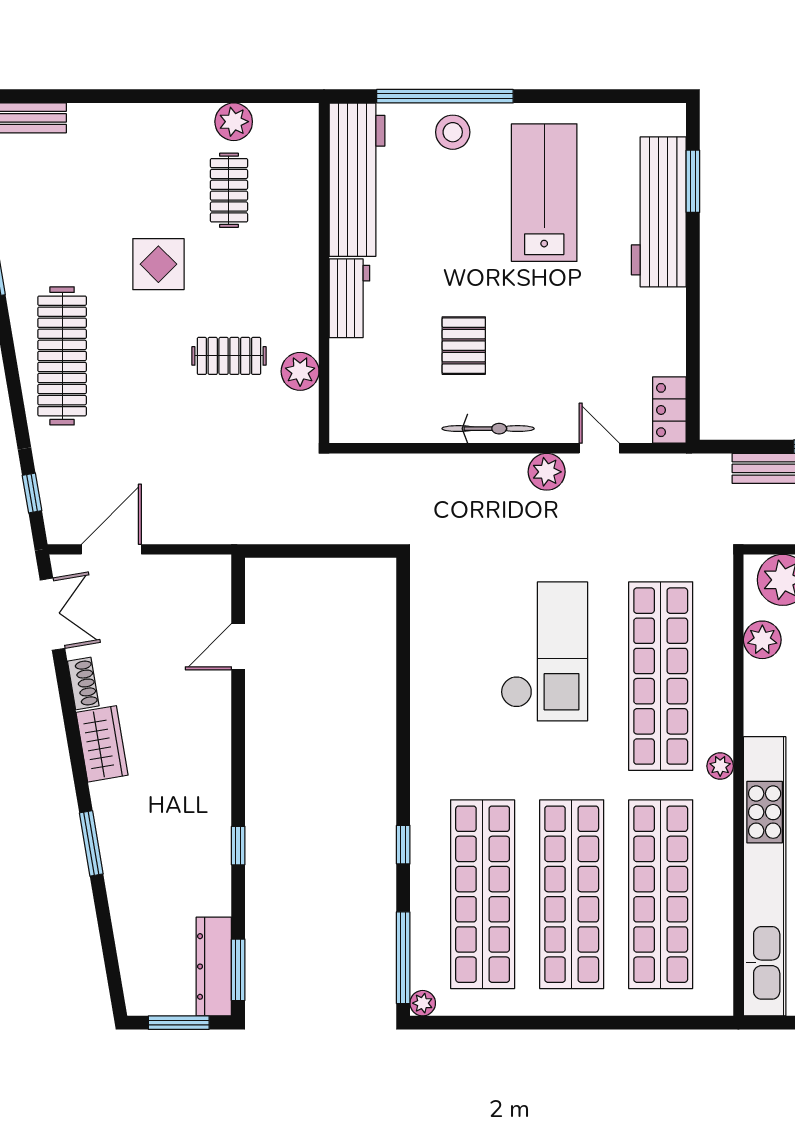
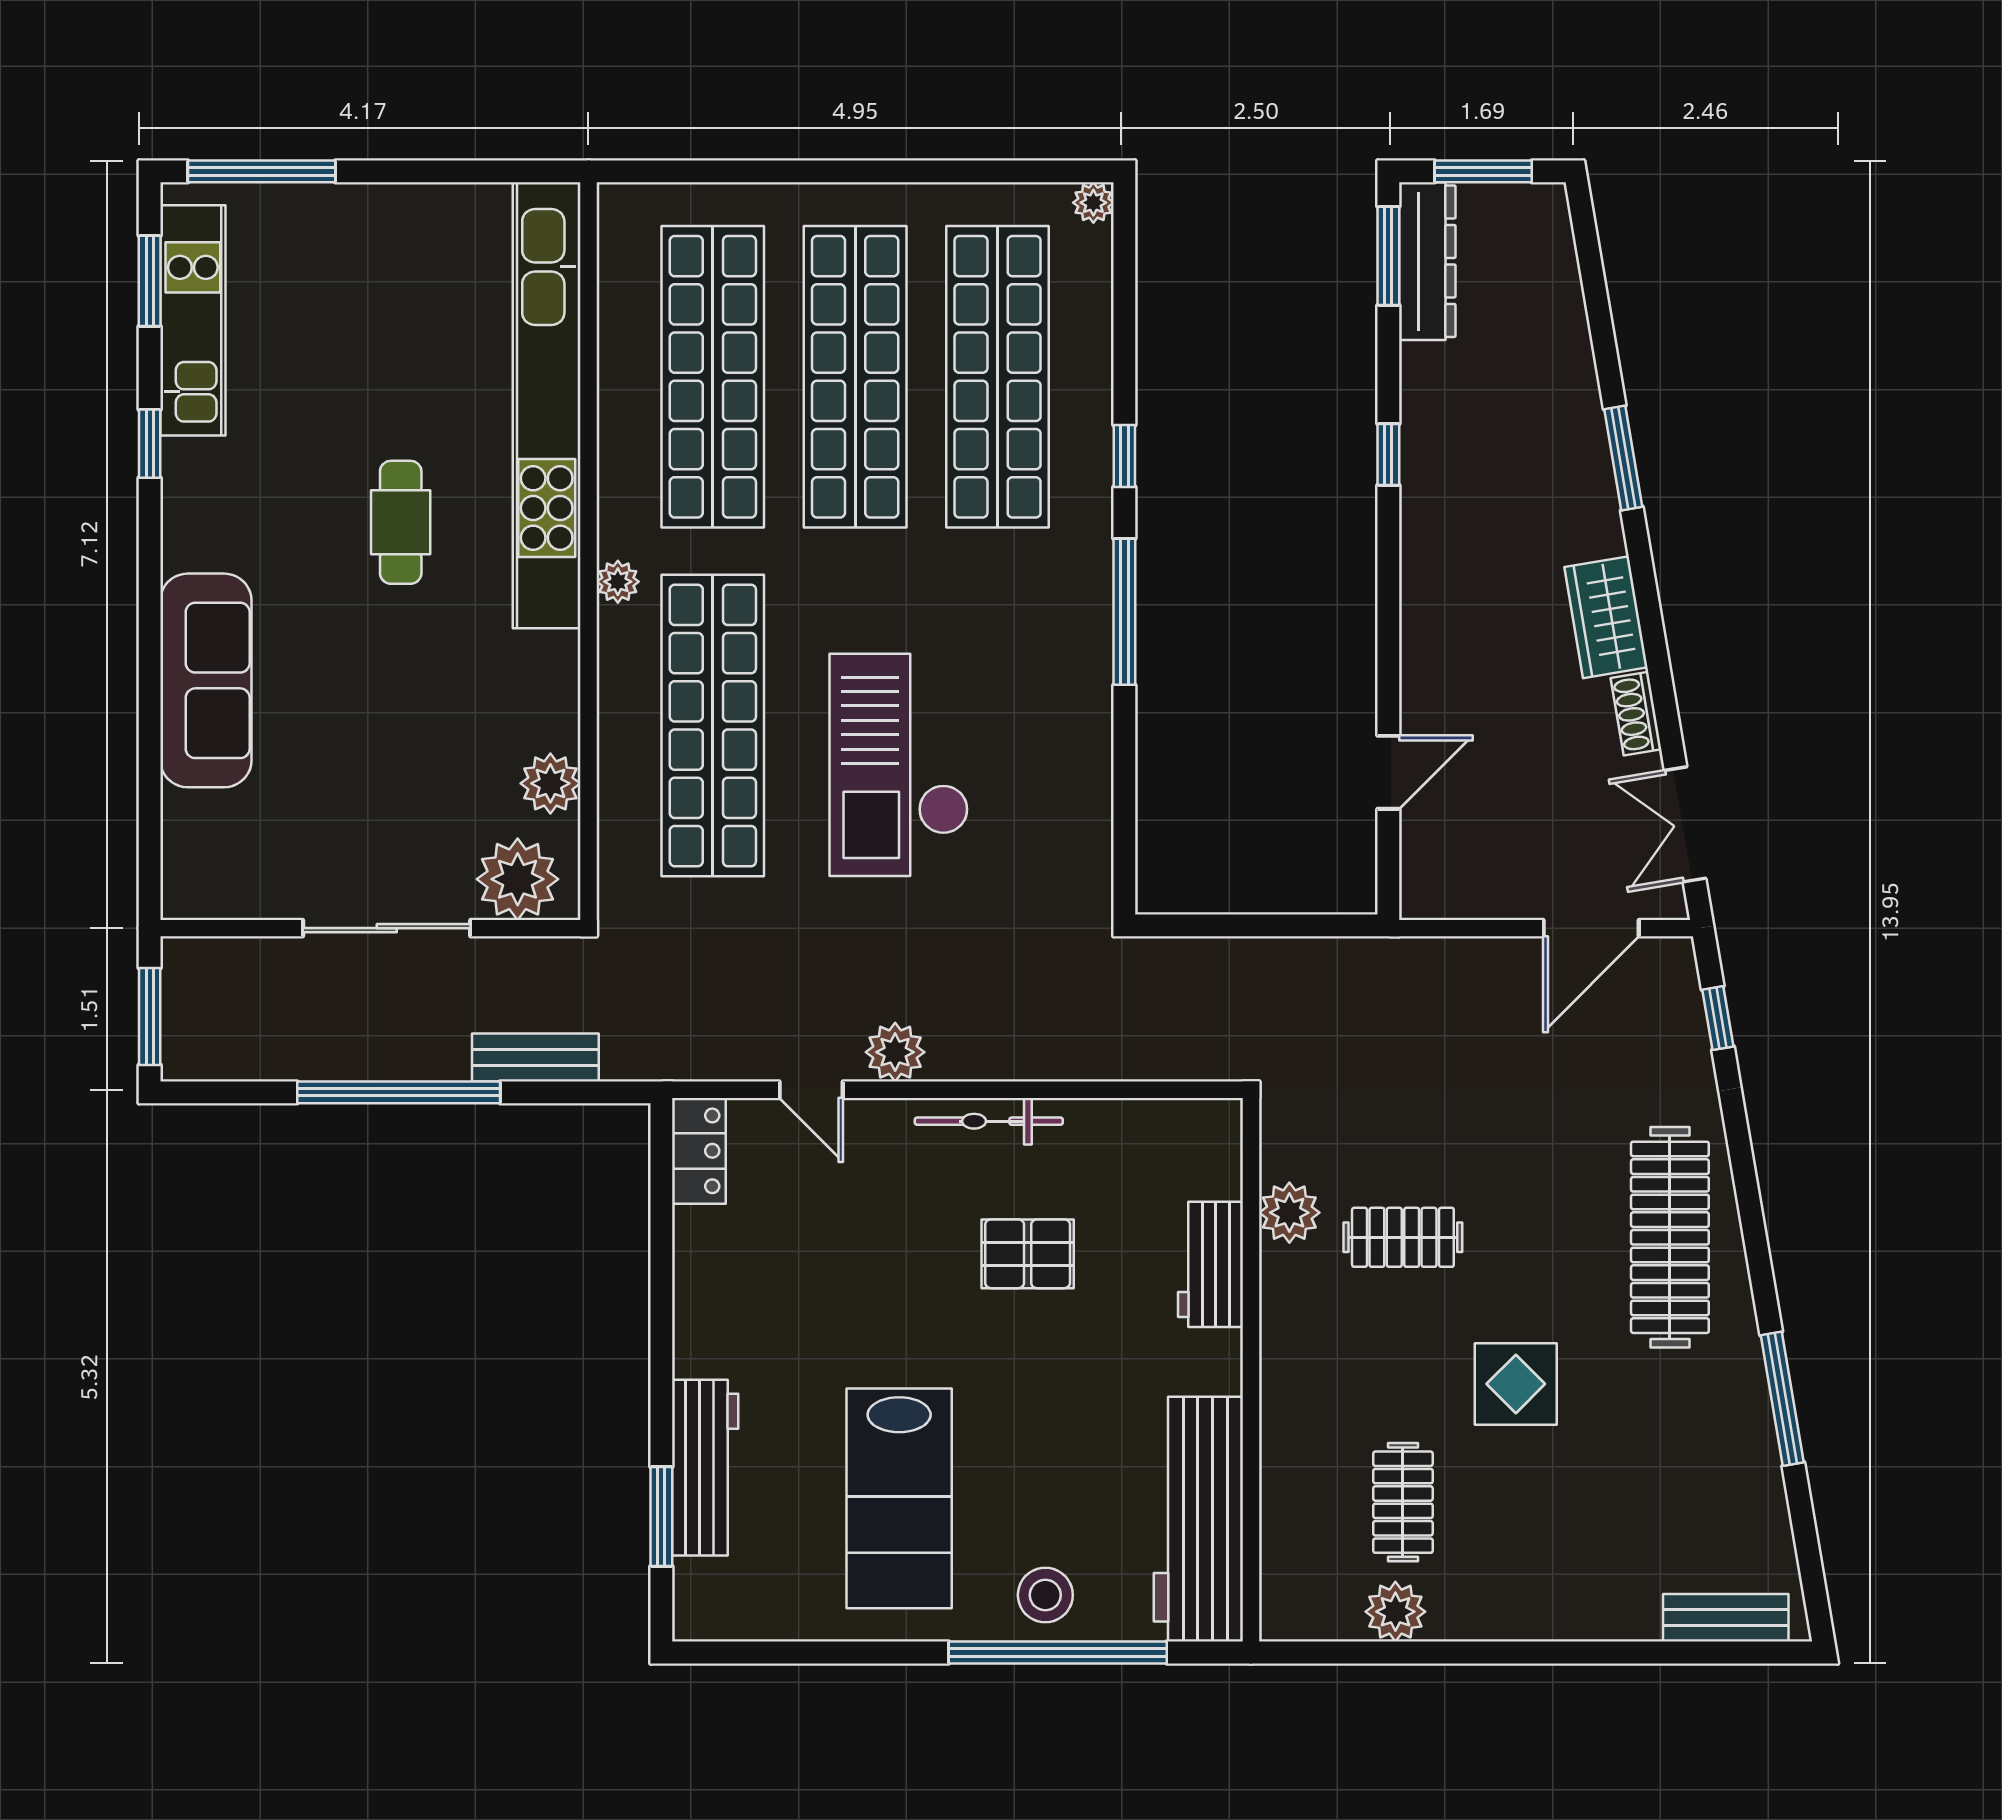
workbench: (659, 212) -> (705, 1468), width x0.73, depth x0.76
workbench: (349, 298) -> (1210, 1264), moved
pallet: (464, 346) -> (1028, 1254), turned 90
window: (403, 958) -> (1124, 612), moved

